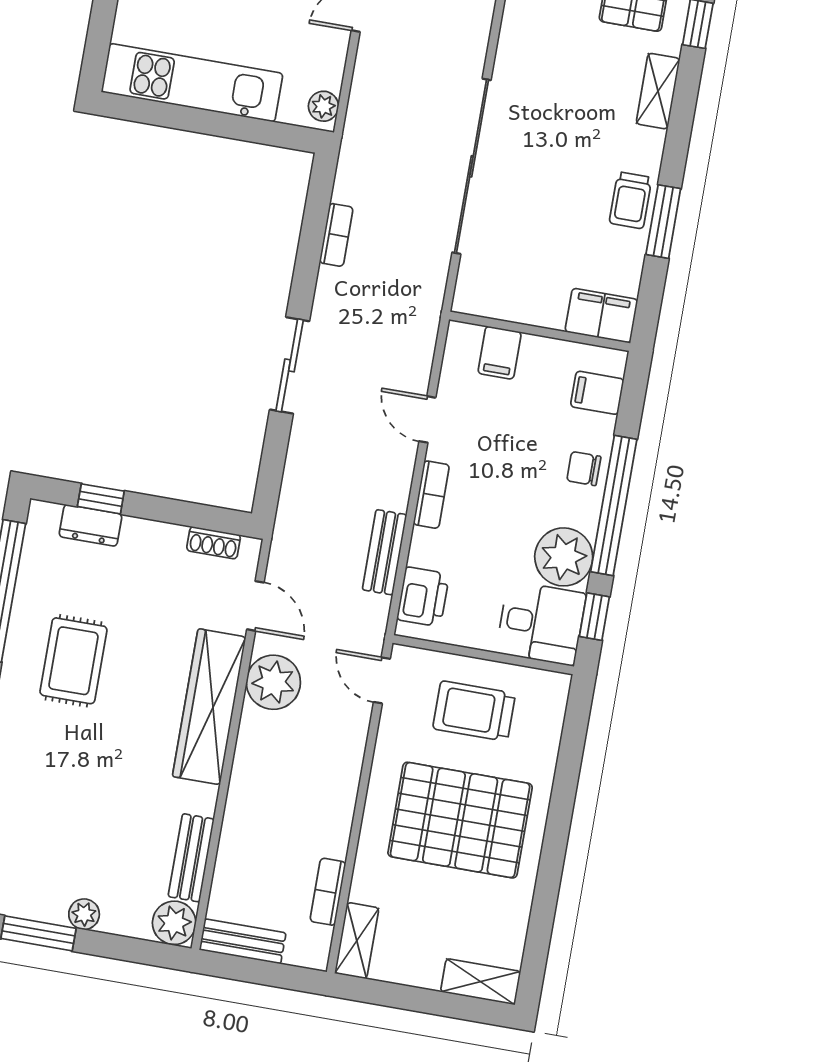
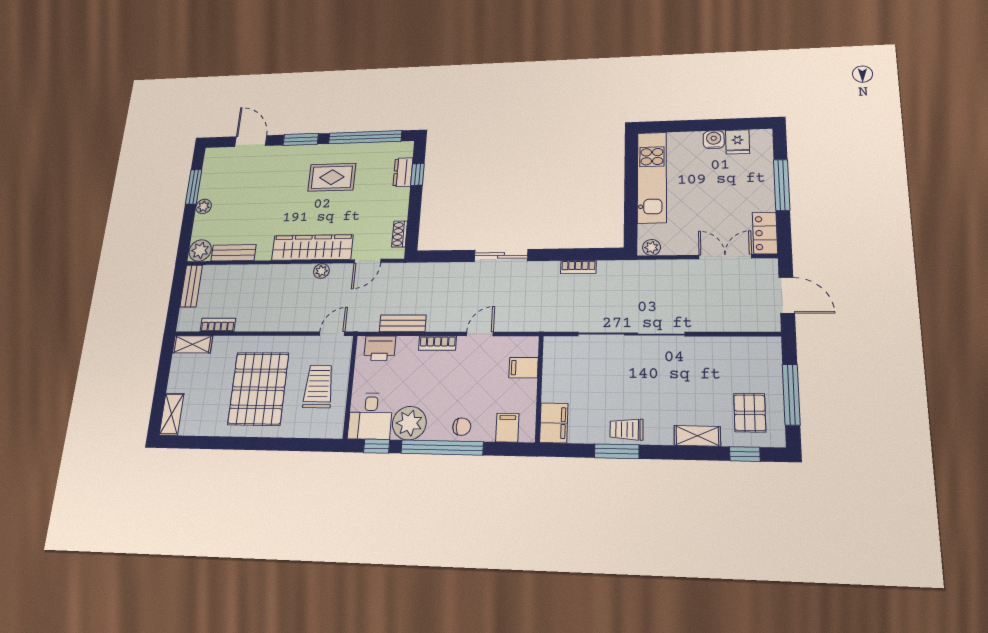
chair: (584, 469) -> (462, 427), turned 90
plant: (273, 682) -> (321, 271), width x0.53, depth x0.53

